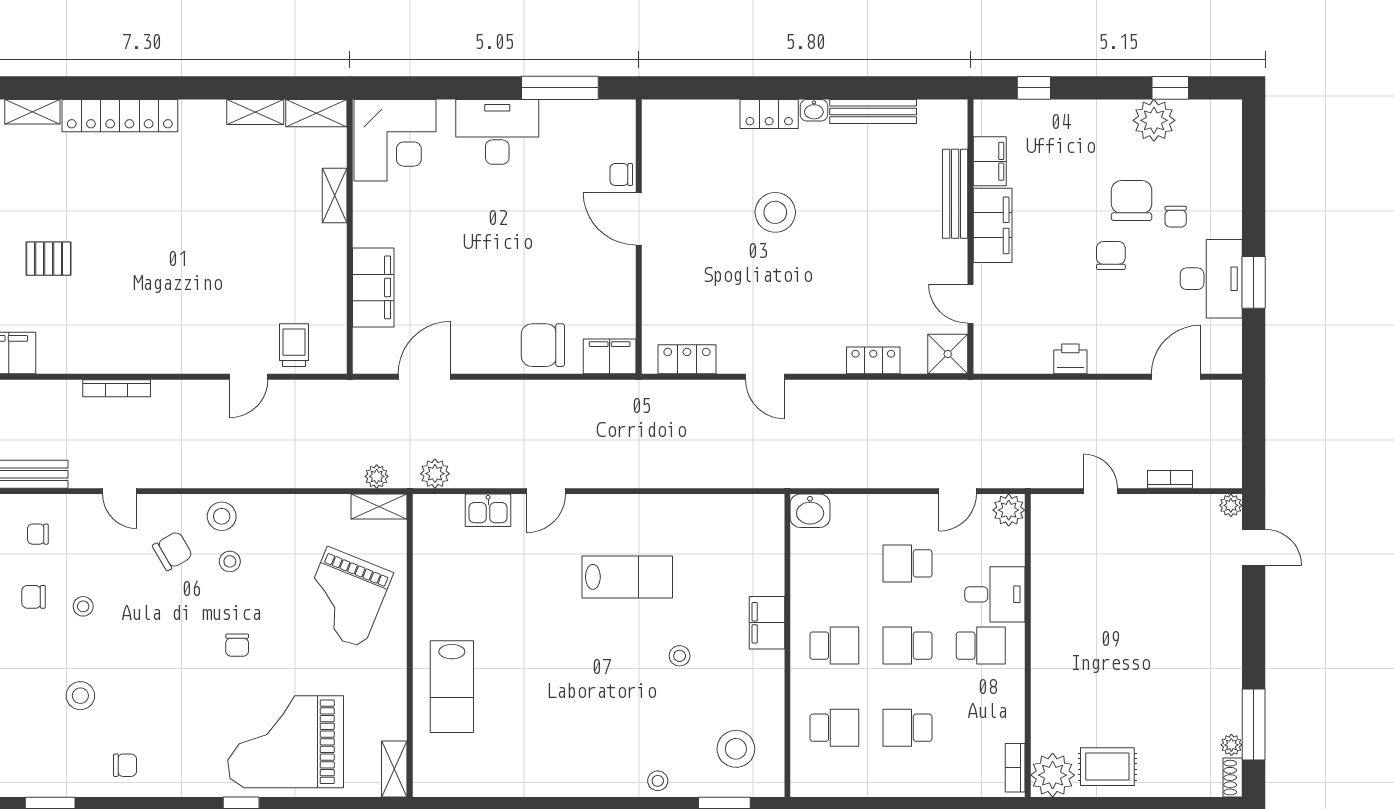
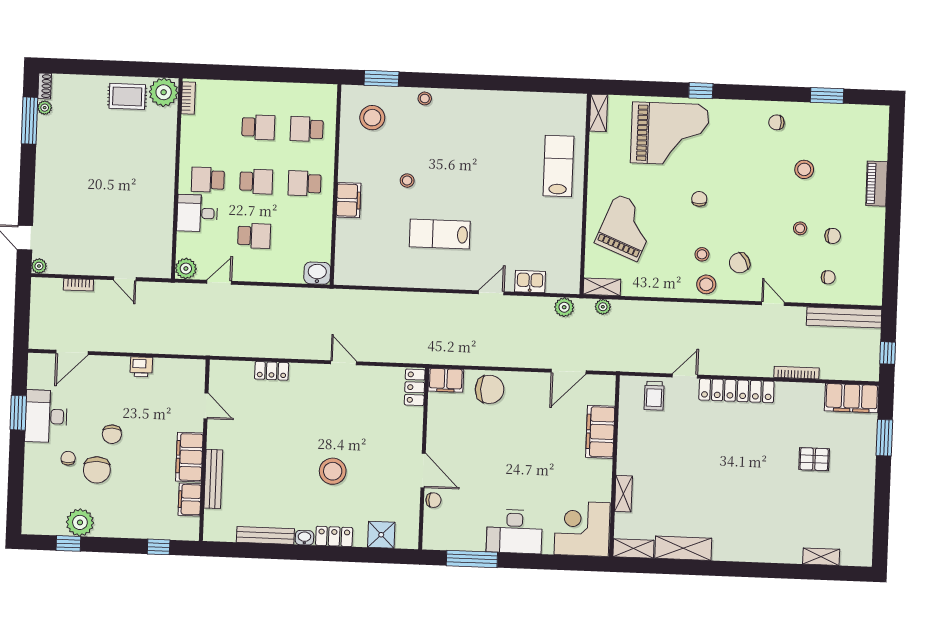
shelving: (255, 112) -> (683, 548), width x1.50, depth x1.33
locker: (120, 116) -> (736, 391), moved, turned 180
shower: (948, 354) -> (381, 535), moved
locker: (687, 359) -> (415, 387), moved, turned 90
bookcase: (117, 388) -> (796, 373), moved

